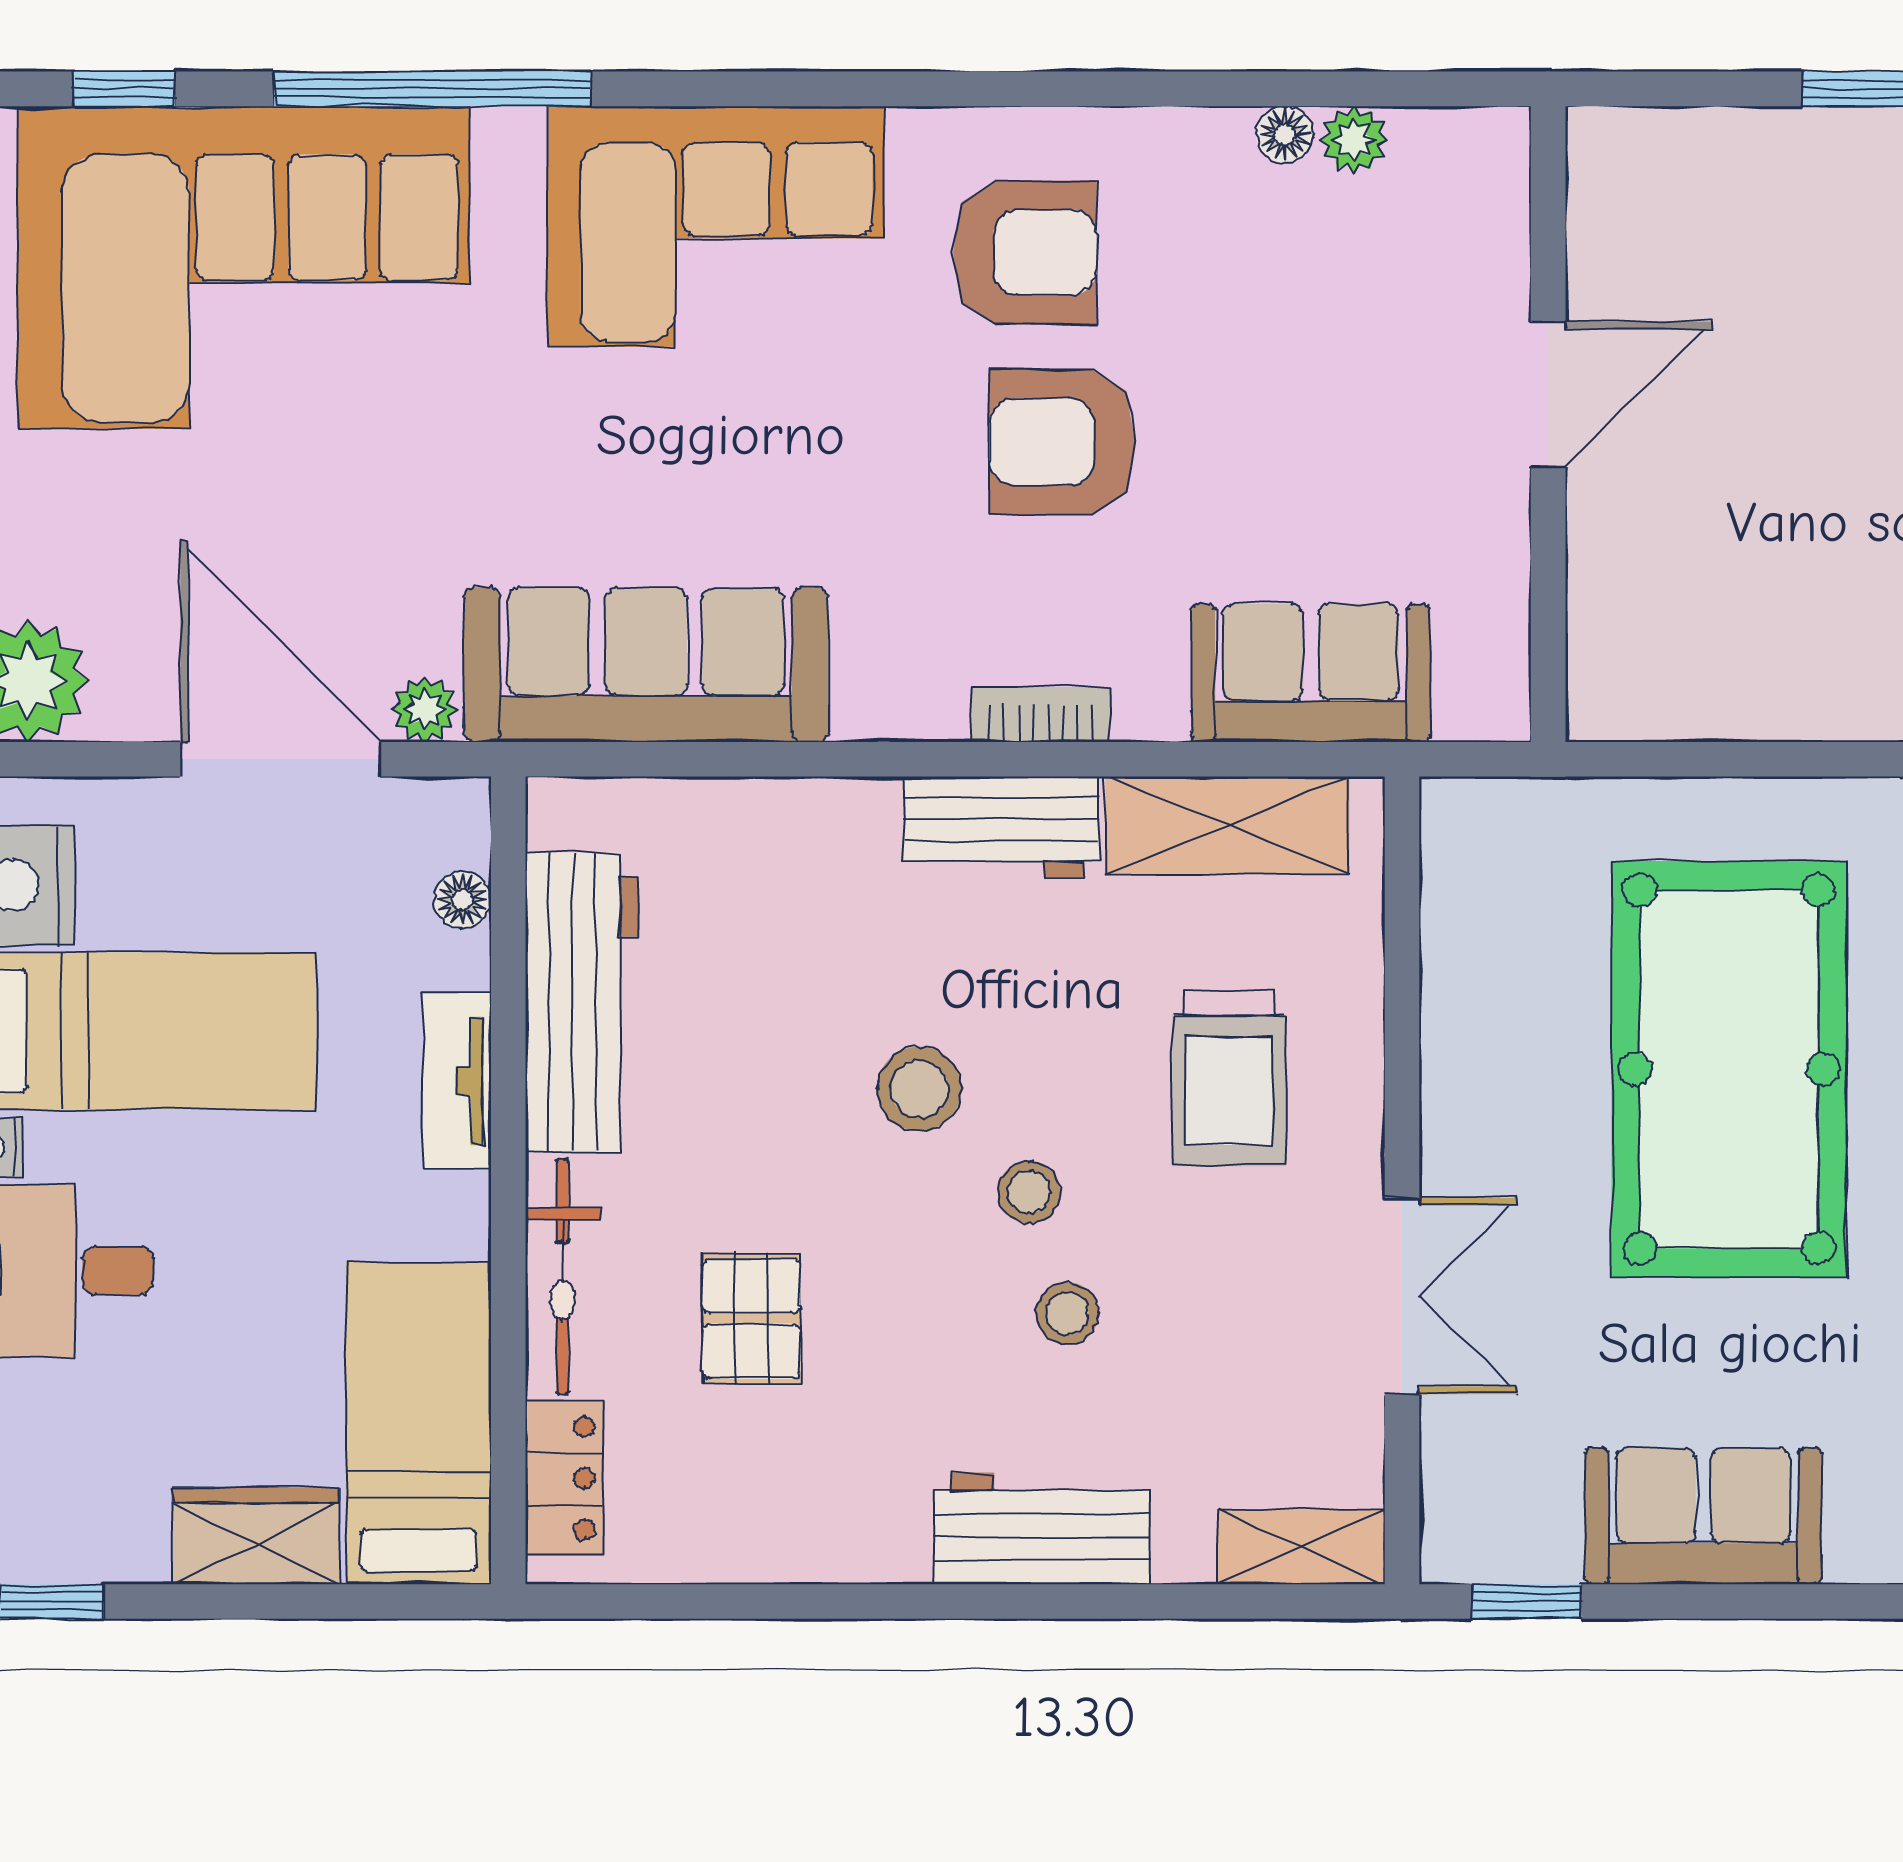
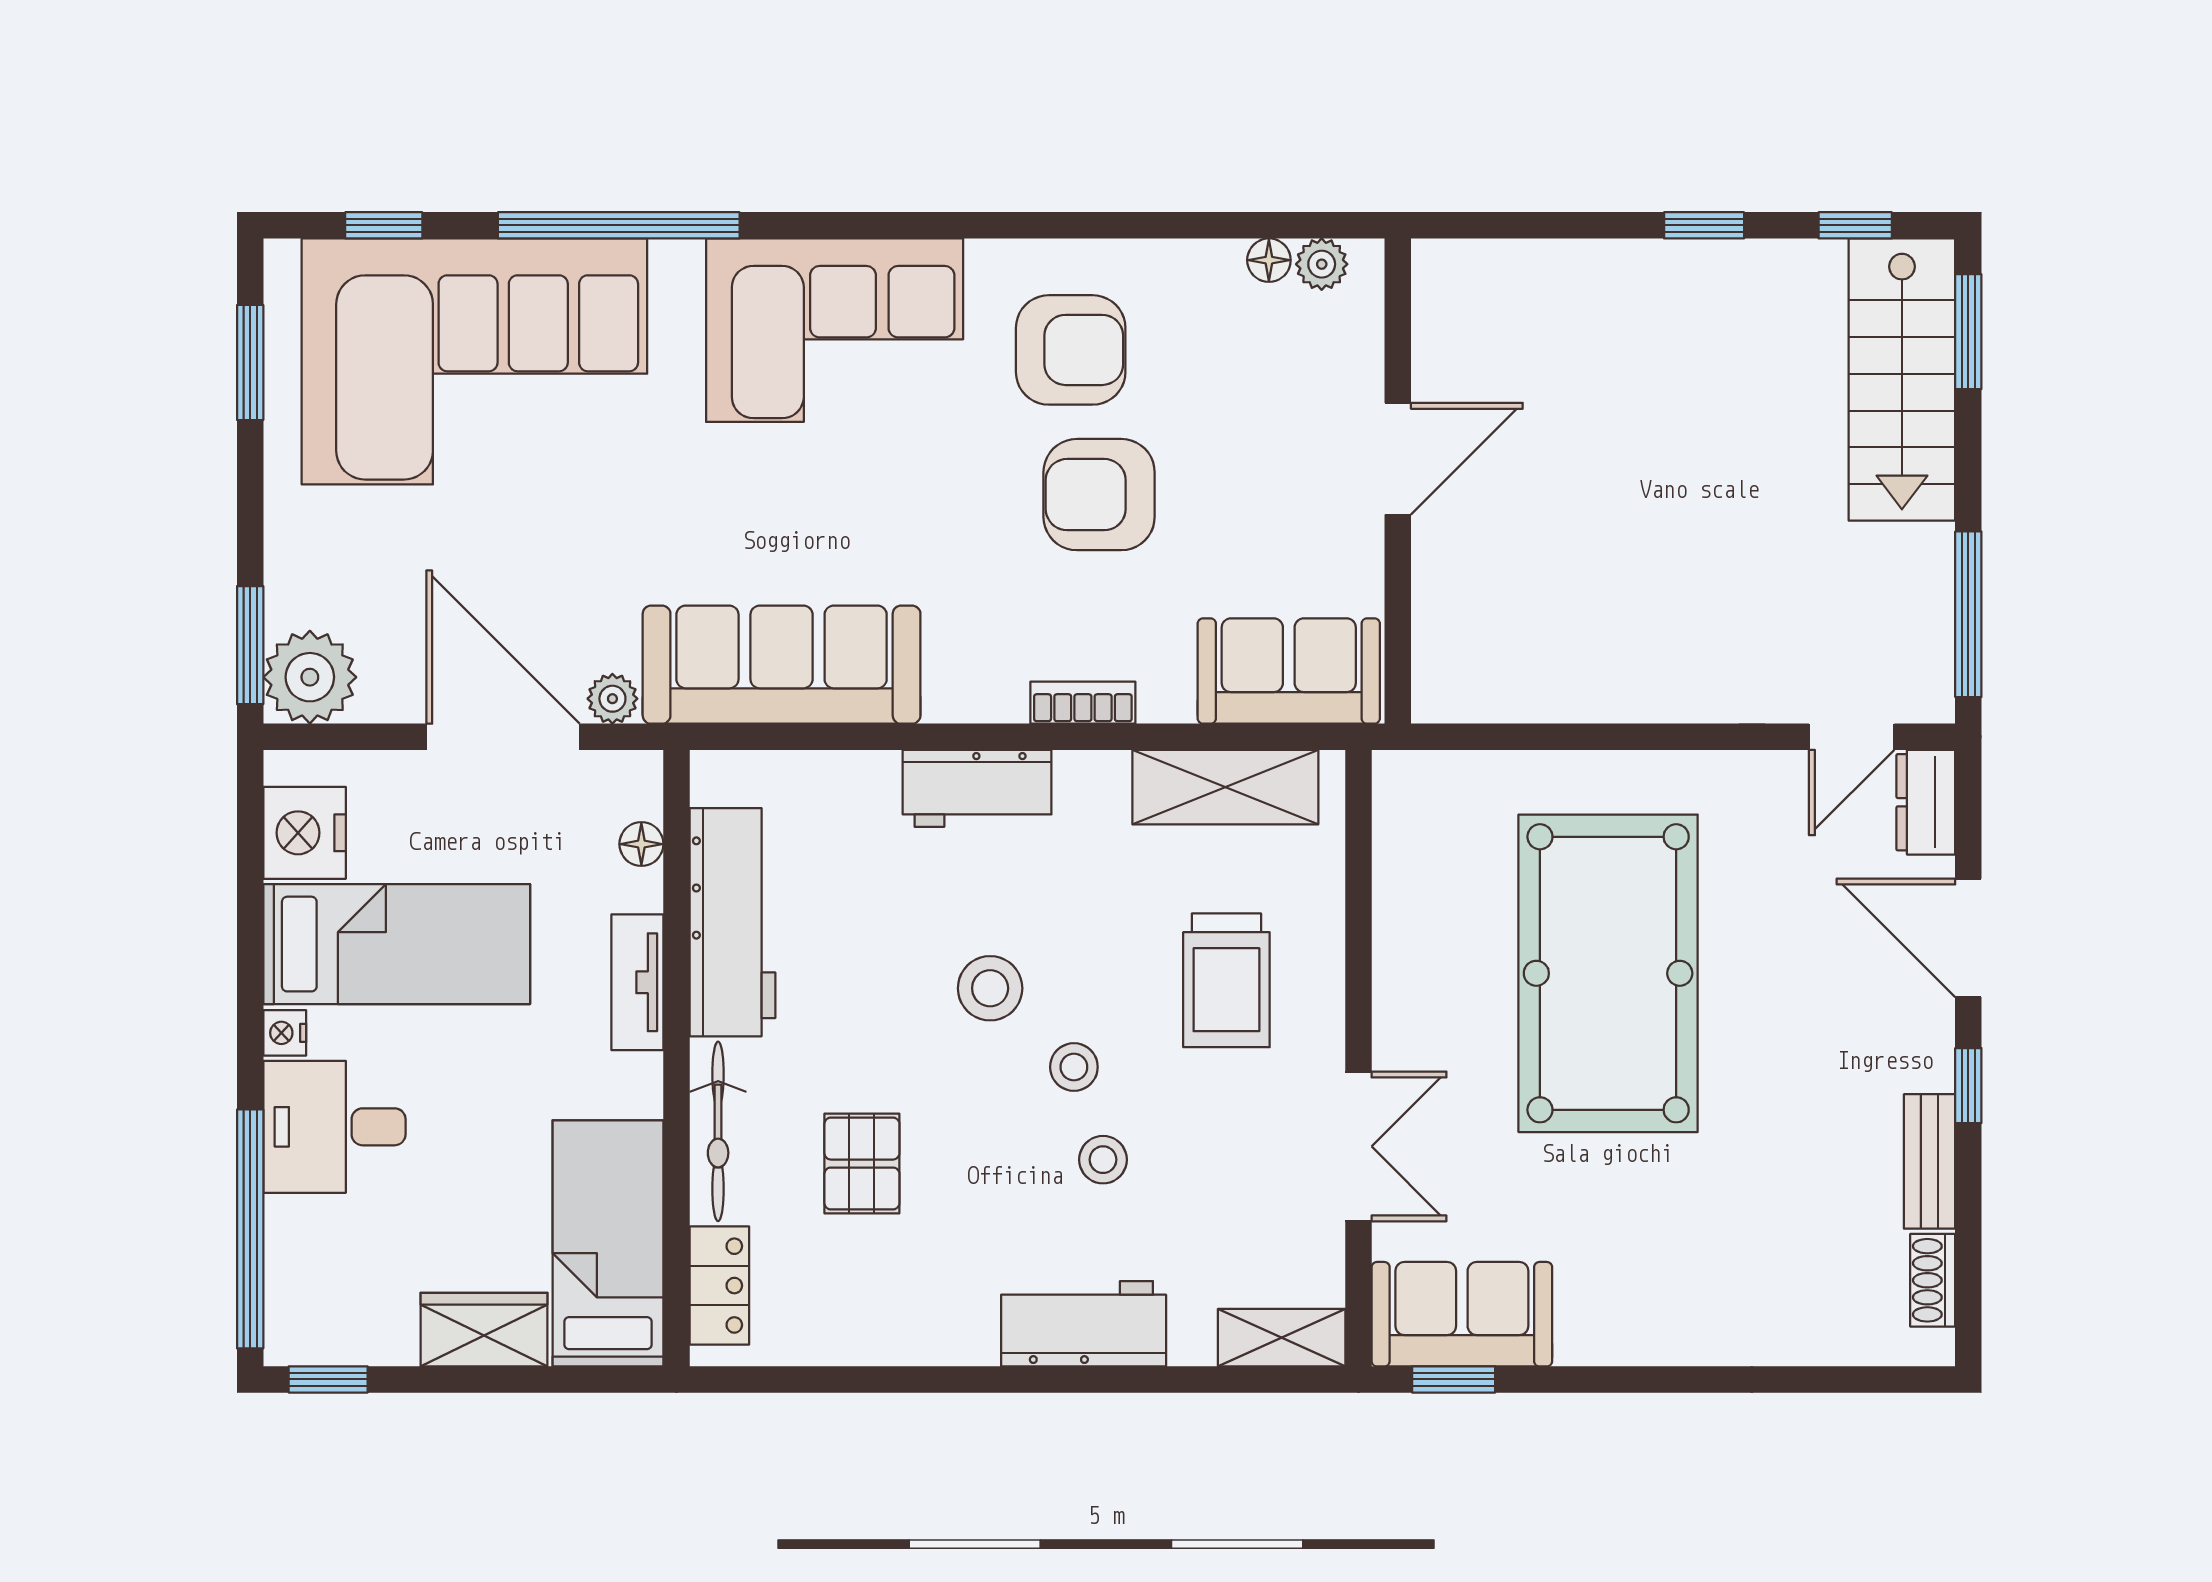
door: (1548, 395) -> (1398, 459), moved
wall: (1548, 424) -> (1398, 481), moved
workbench: (1001, 827) -> (977, 788), moved
sofa: (1703, 1516) -> (1462, 1314), moved

